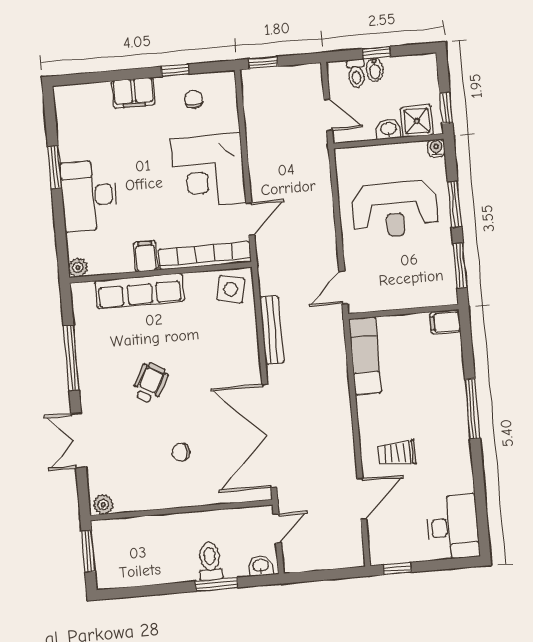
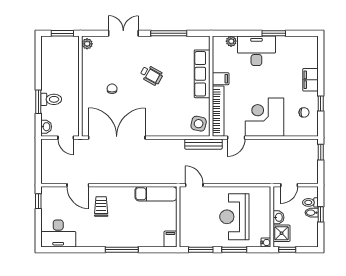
door: (250, 219) -> (236, 138), hinge flipped
plant: (78, 268) -> (231, 41), moved
bench: (272, 330) -> (203, 144), moved

